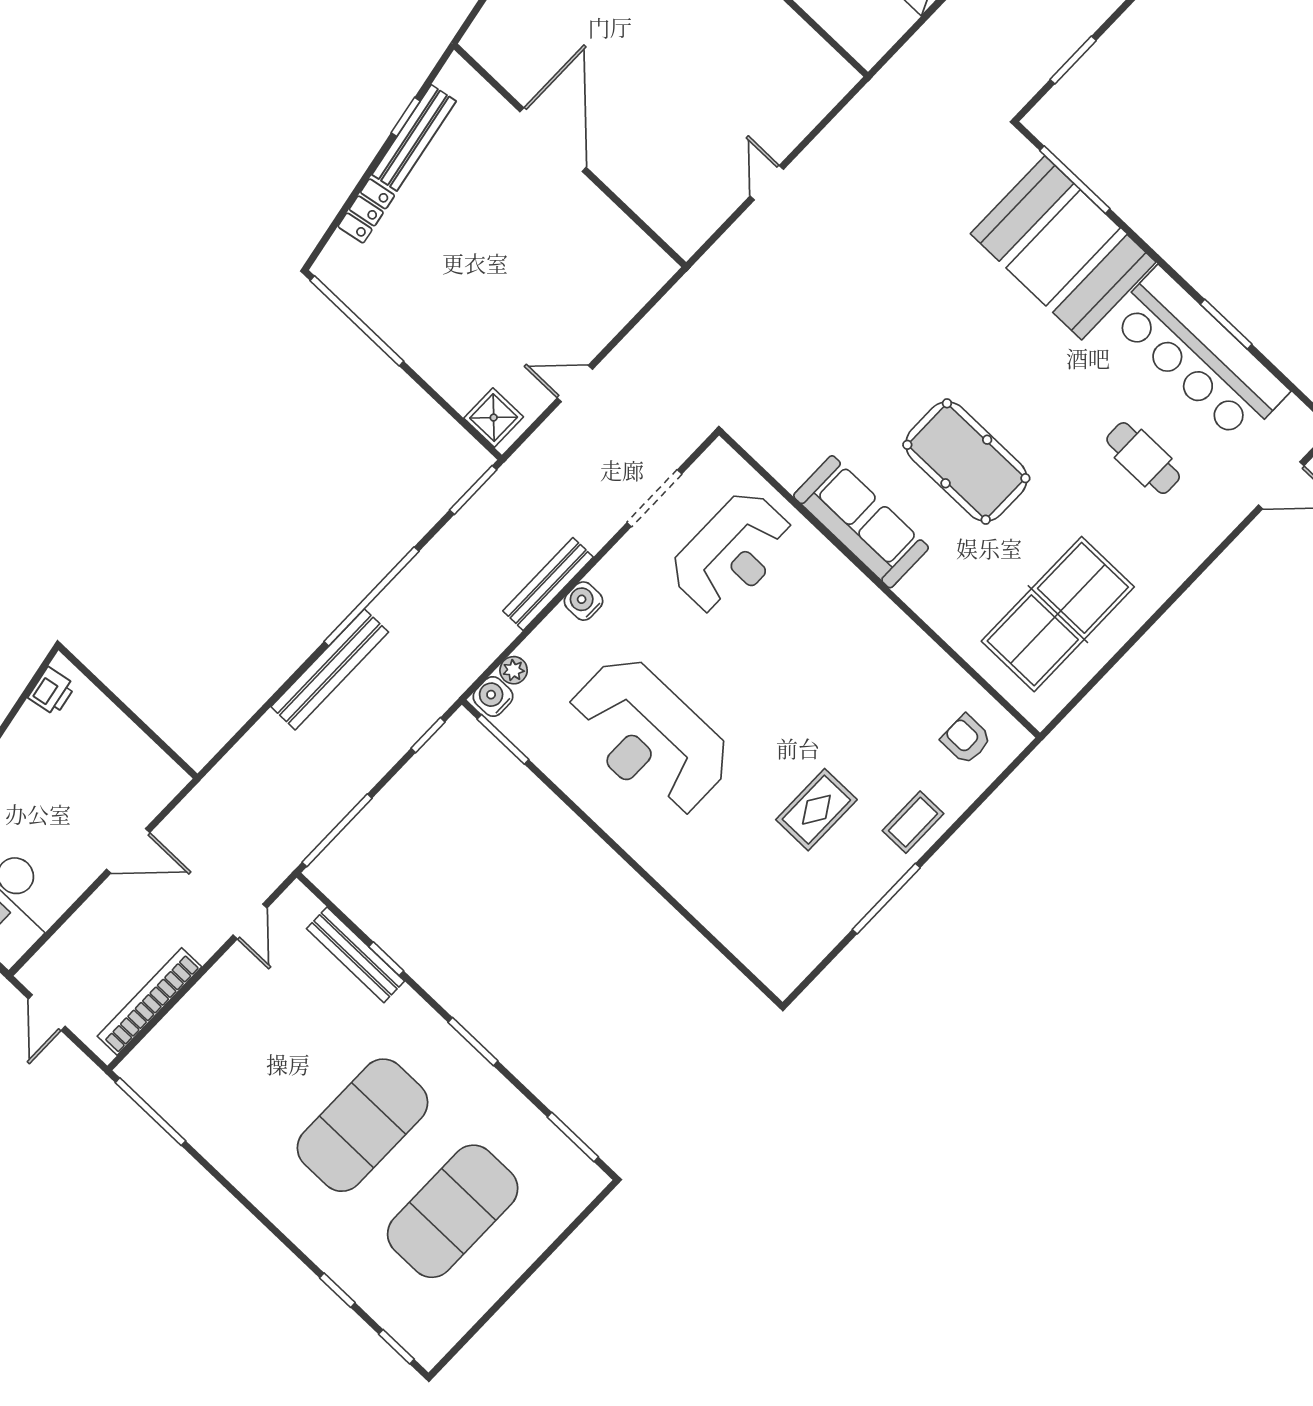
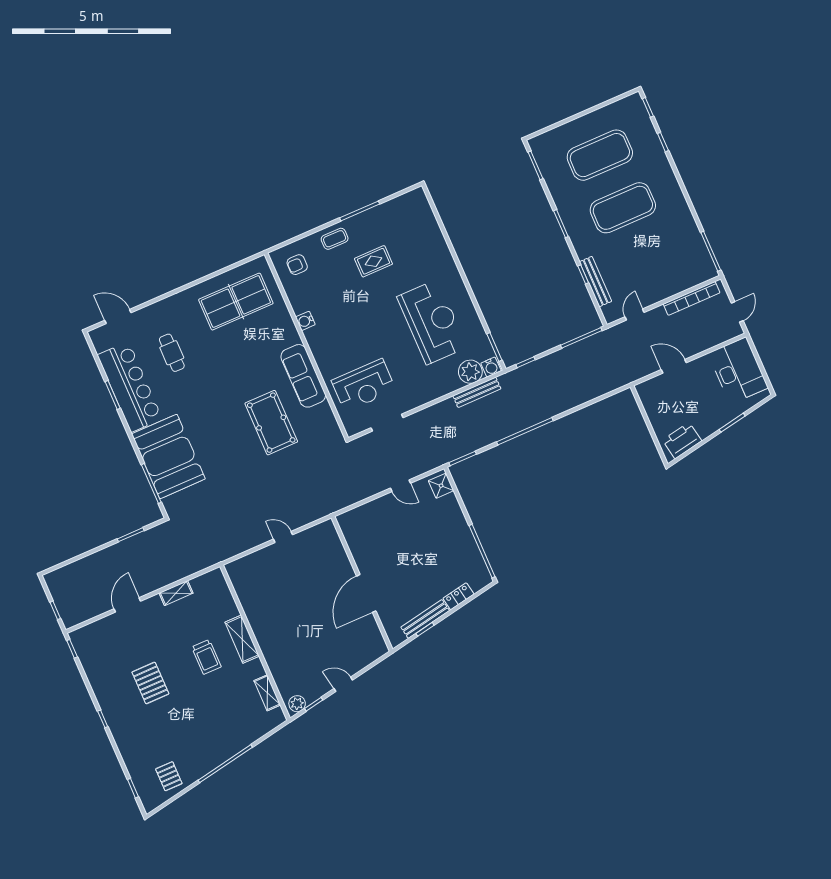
door: (767, 183) -> (283, 537), swing flipped
pool table: (966, 462) -> (271, 423), moved
reception desk: (732, 553) -> (364, 385), turned 180
bench: (548, 584) -> (477, 392), moved
water cooler: (584, 601) -> (305, 321), moved, turned 90
bench: (330, 669) -> (556, 408), removed
plant: (514, 670) -> (470, 372), width x1.88, depth x1.88
printer: (52, 691) -> (682, 440), width x1.87, depth x1.48
armchair: (966, 739) -> (297, 265), turned 90

